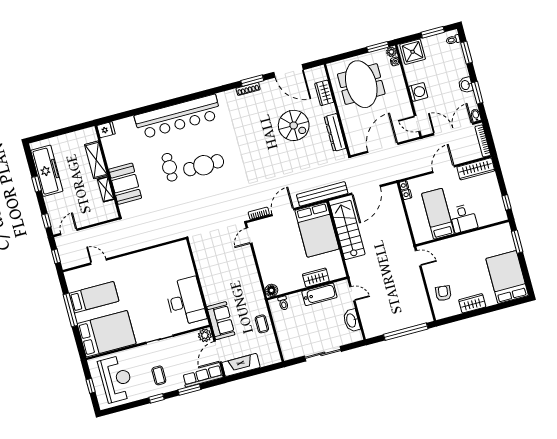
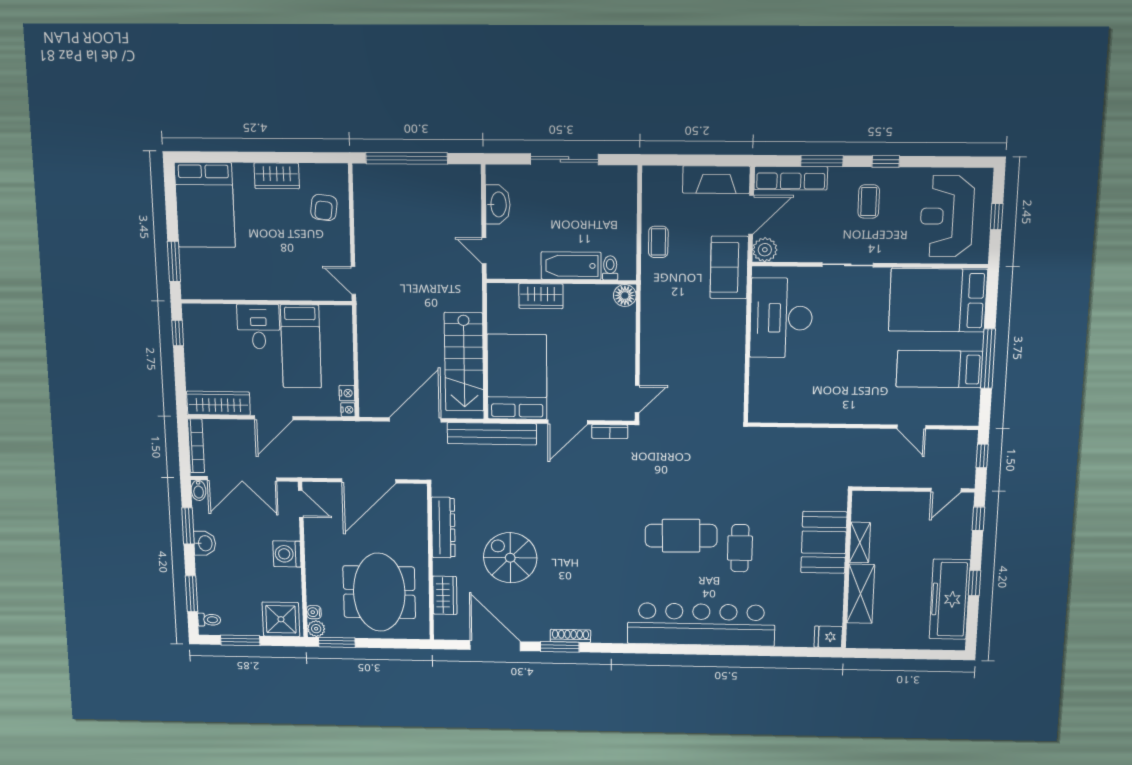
bathtub: (319, 294) -> (571, 266), moved

